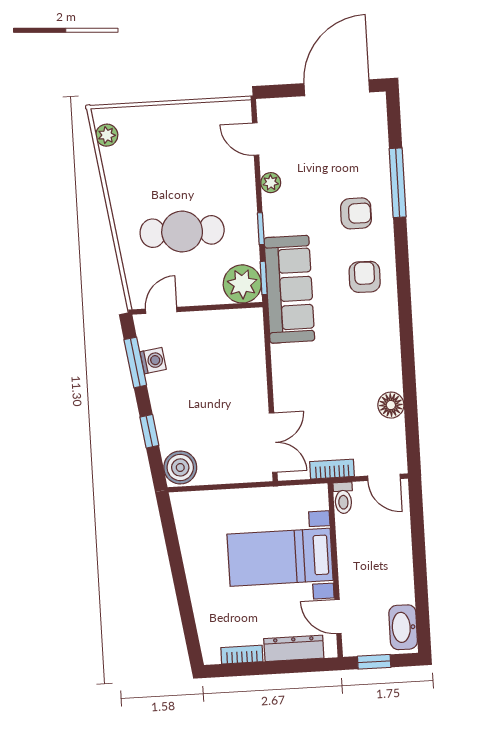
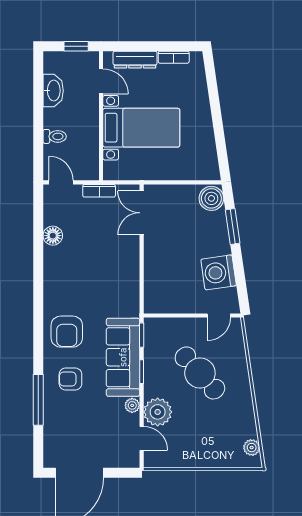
cafe table: (182, 232) -> (200, 373), turned 48
armchair: (365, 277) -> (67, 332), width x1.38, depth x1.38
plant: (242, 284) -> (158, 412), moved
sofa: (289, 289) -> (123, 357), moved
washing machine: (153, 361) -> (219, 272), width x1.89, depth x1.89
window: (135, 362) -> (240, 278), removed
window: (149, 431) -> (233, 226), width x1.50
toilet: (343, 498) -> (55, 136), moved, turned 90
washbasin: (403, 627) -> (53, 91), moved

